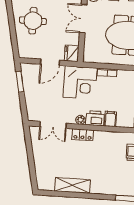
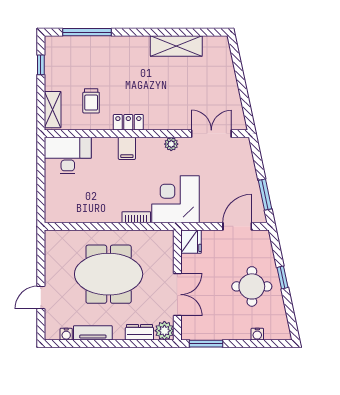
window: (12, 25) -> (283, 278), added
door: (50, 62) -> (237, 226), moved
printer: (95, 118) -> (150, 148), removed
locker: (83, 135) -> (128, 122), moved

